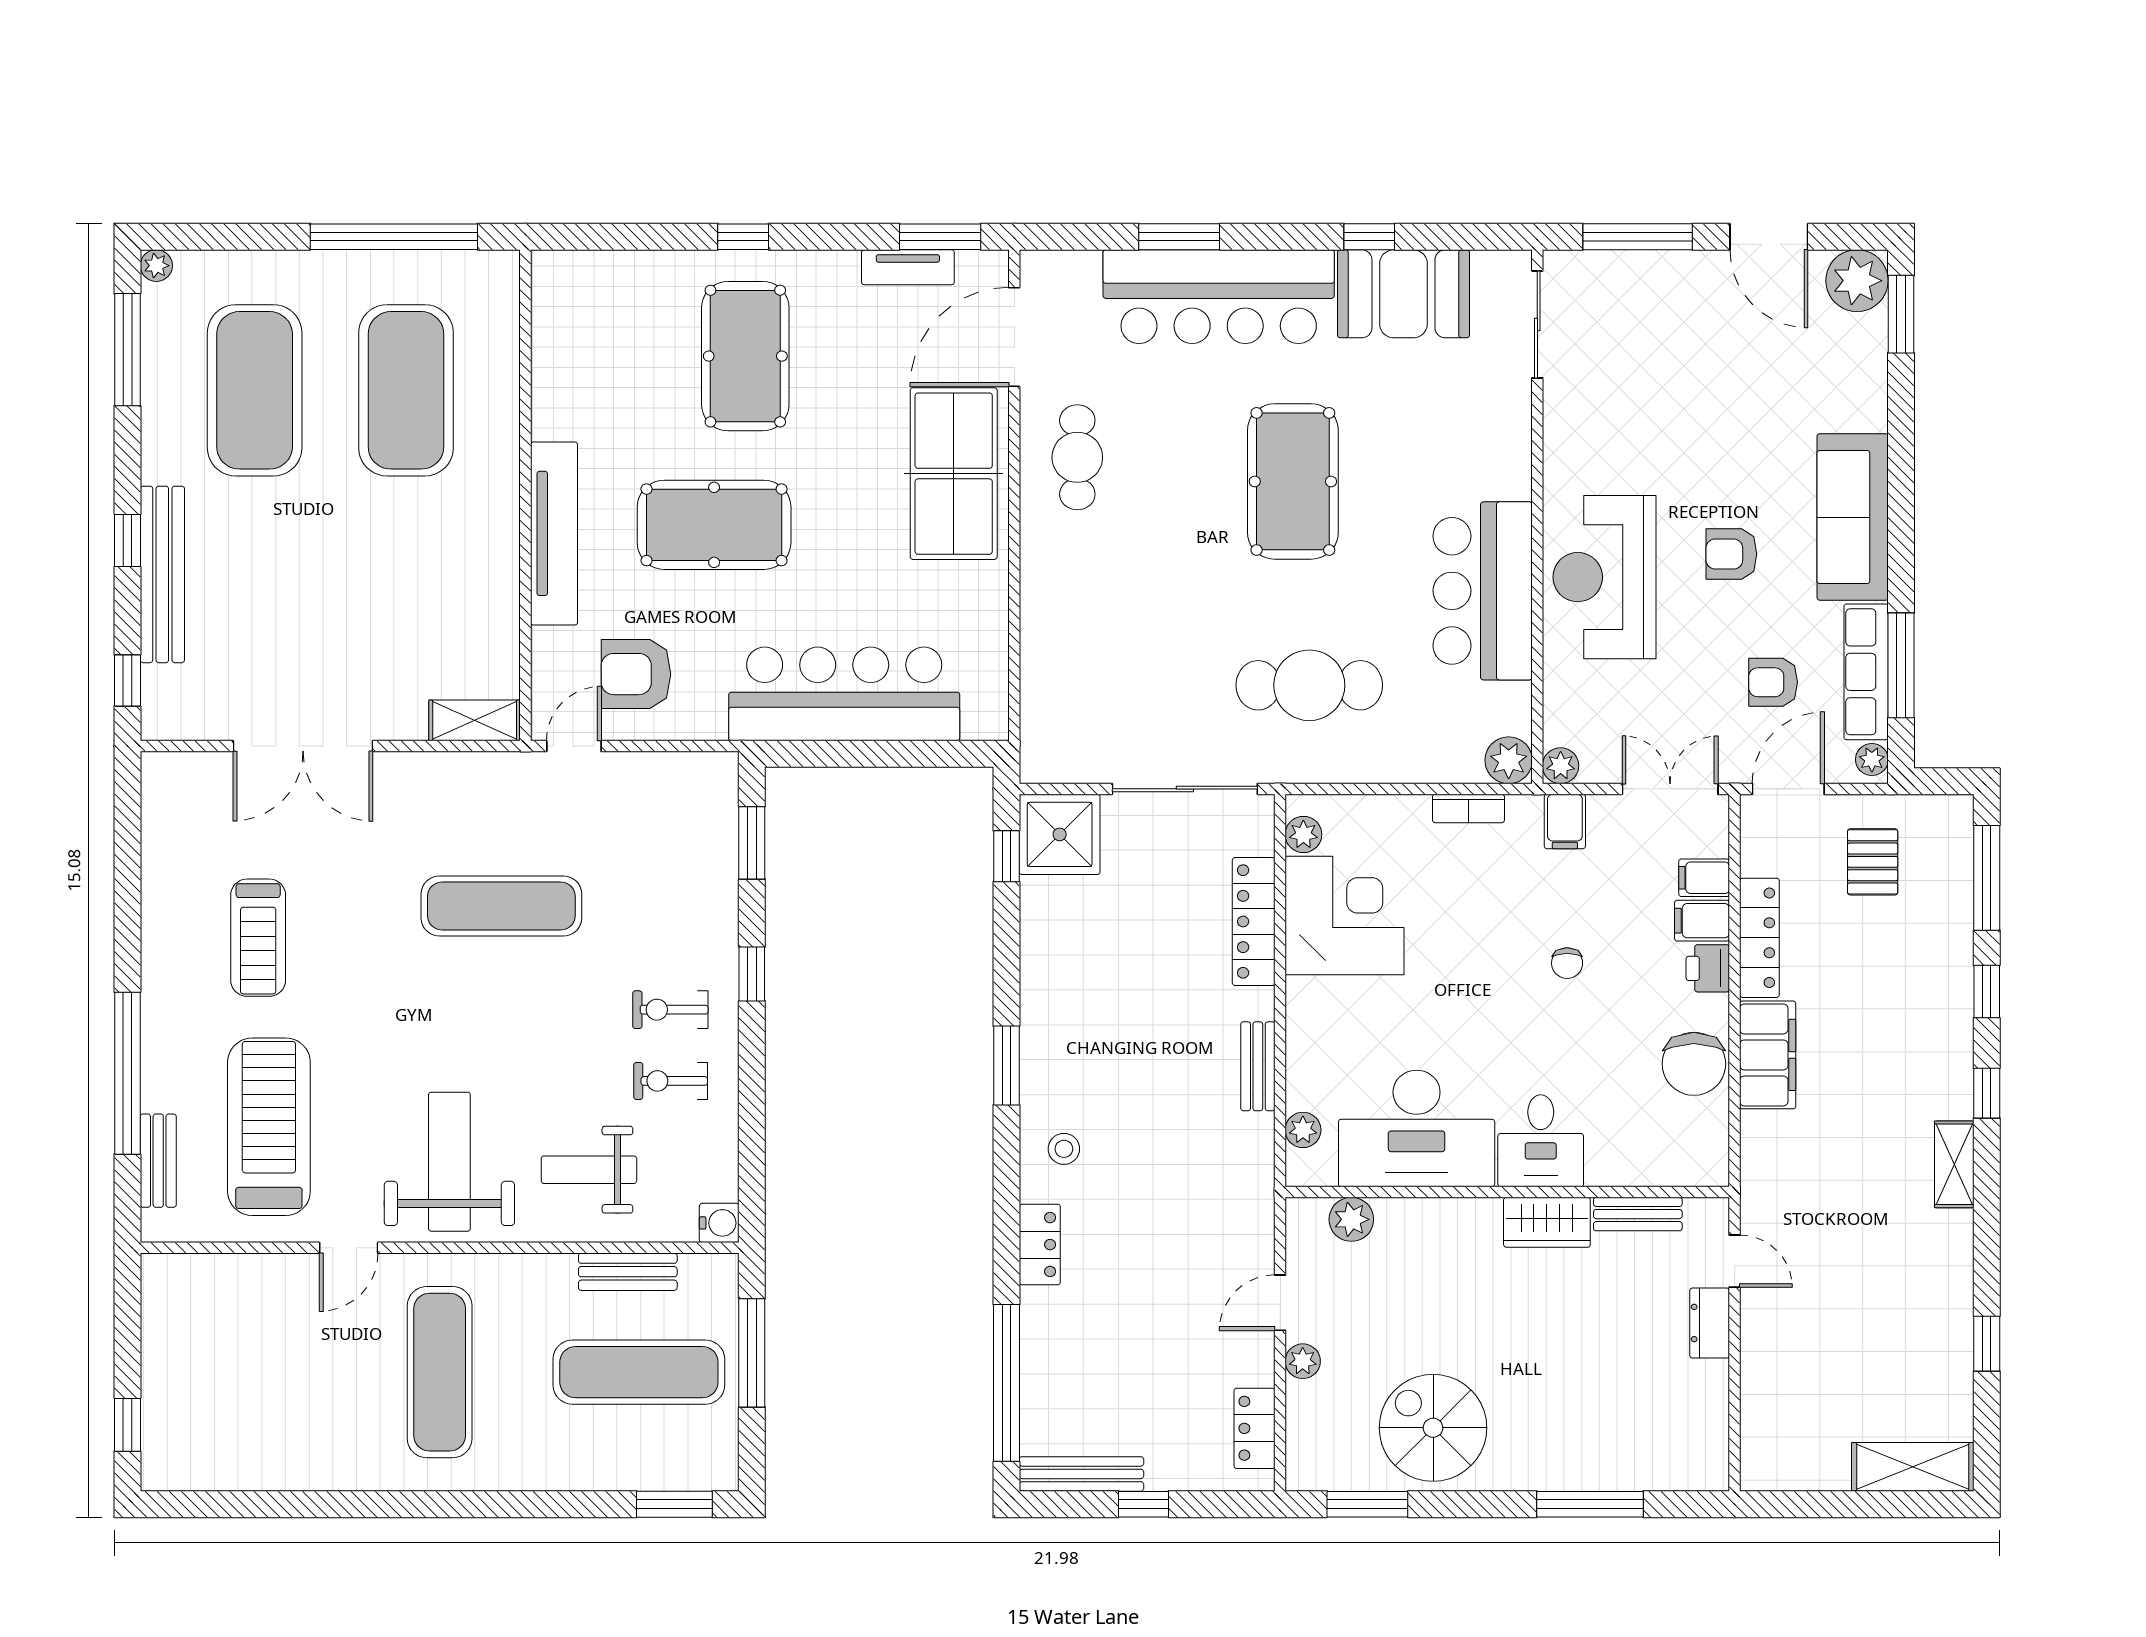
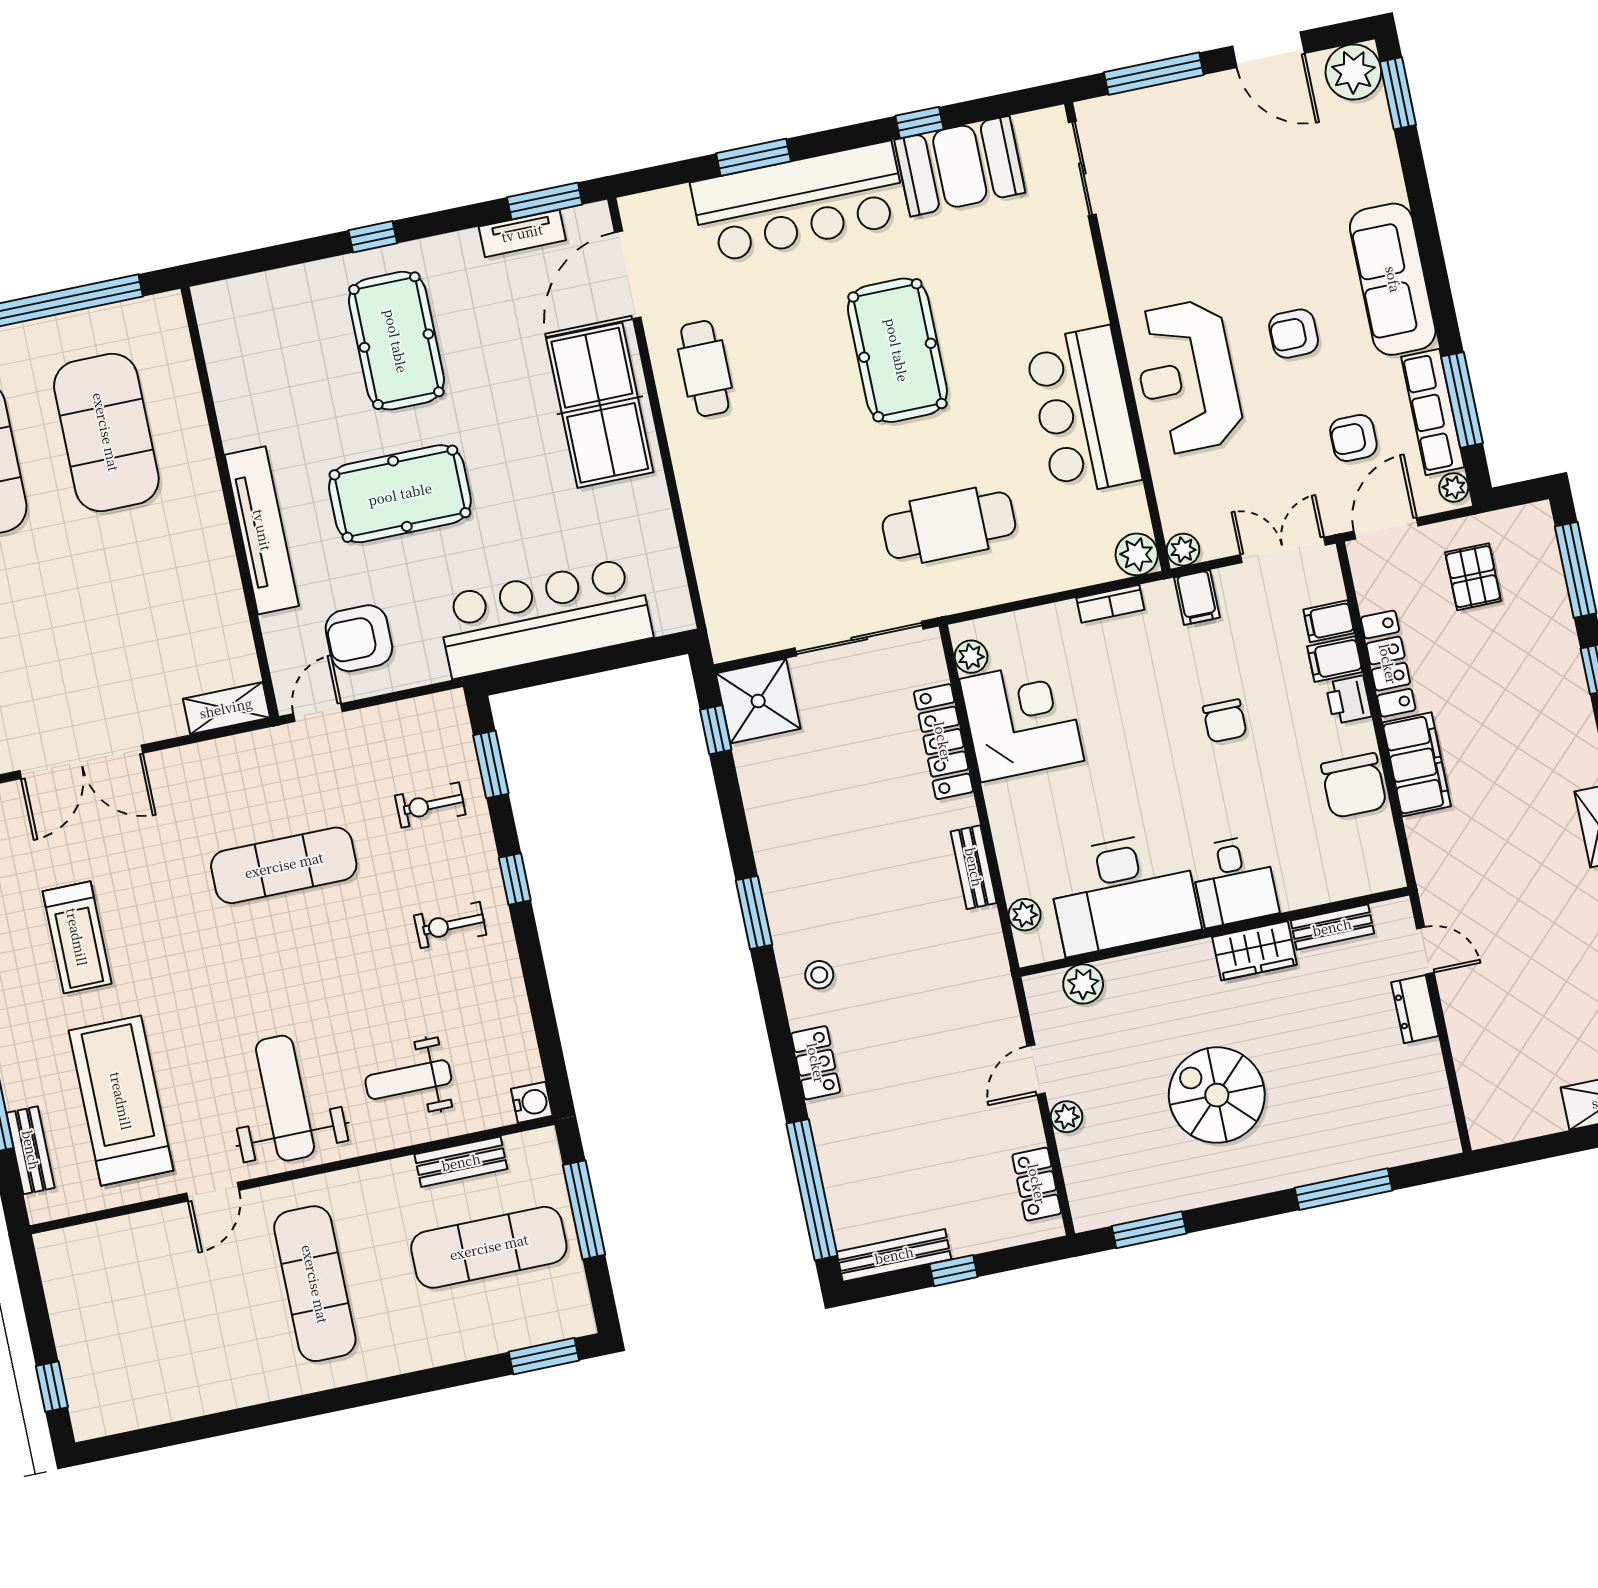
chair: (1567, 963) -> (1225, 721), width x1.37, depth x1.37
exercise bike: (671, 1081) -> (430, 805), moved
spiral stairs: (1433, 1428) -> (1217, 1095), moved

